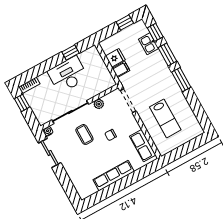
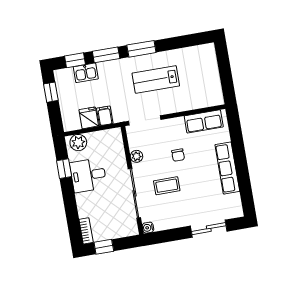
plant: (94, 56) -> (78, 143), added
desk: (68, 75) -> (88, 175), width x0.73
lab bench: (165, 118) -> (156, 79), moved, turned 180
sliding door: (50, 153) -> (209, 229), moved

